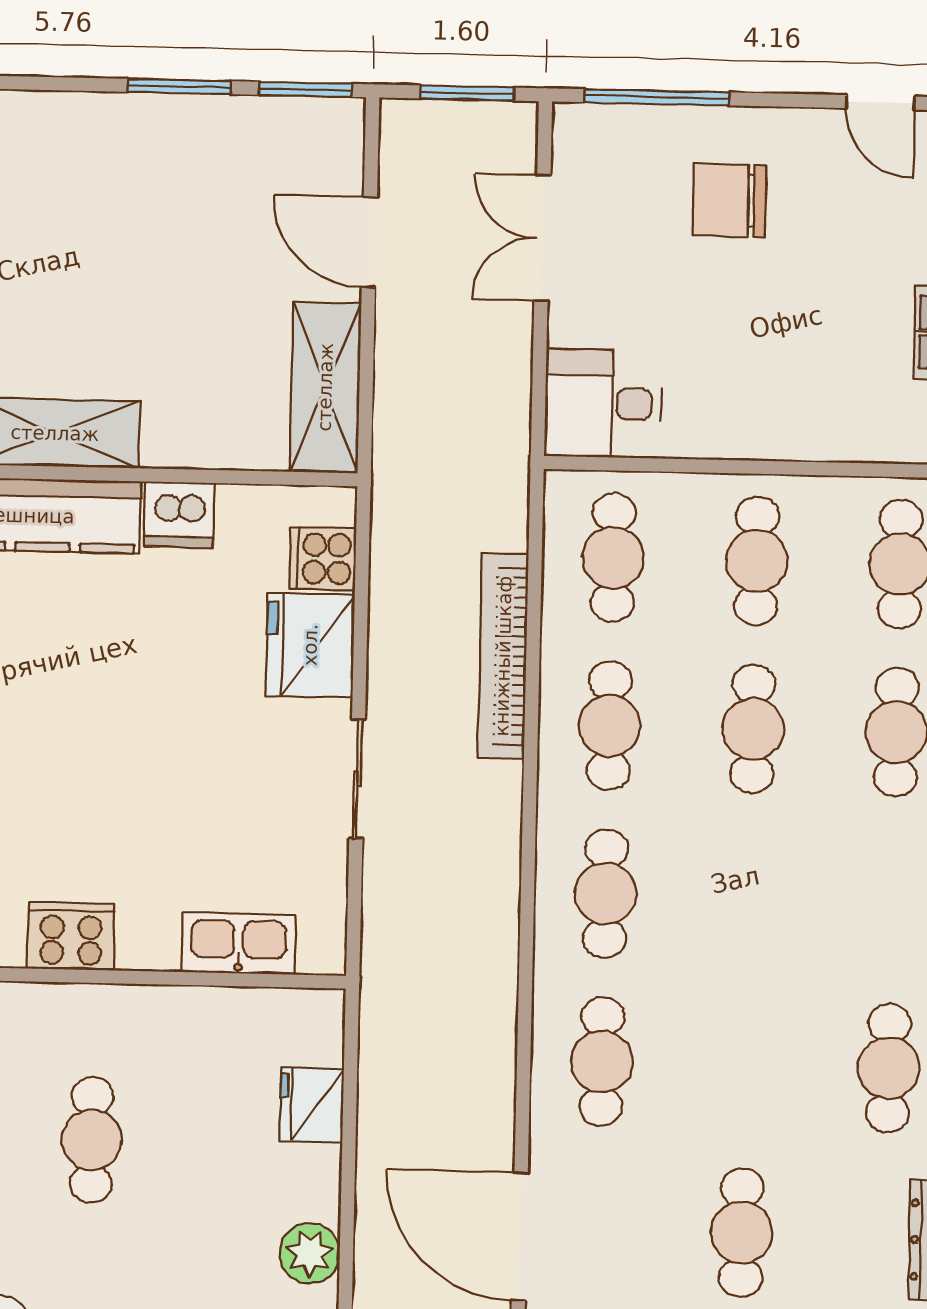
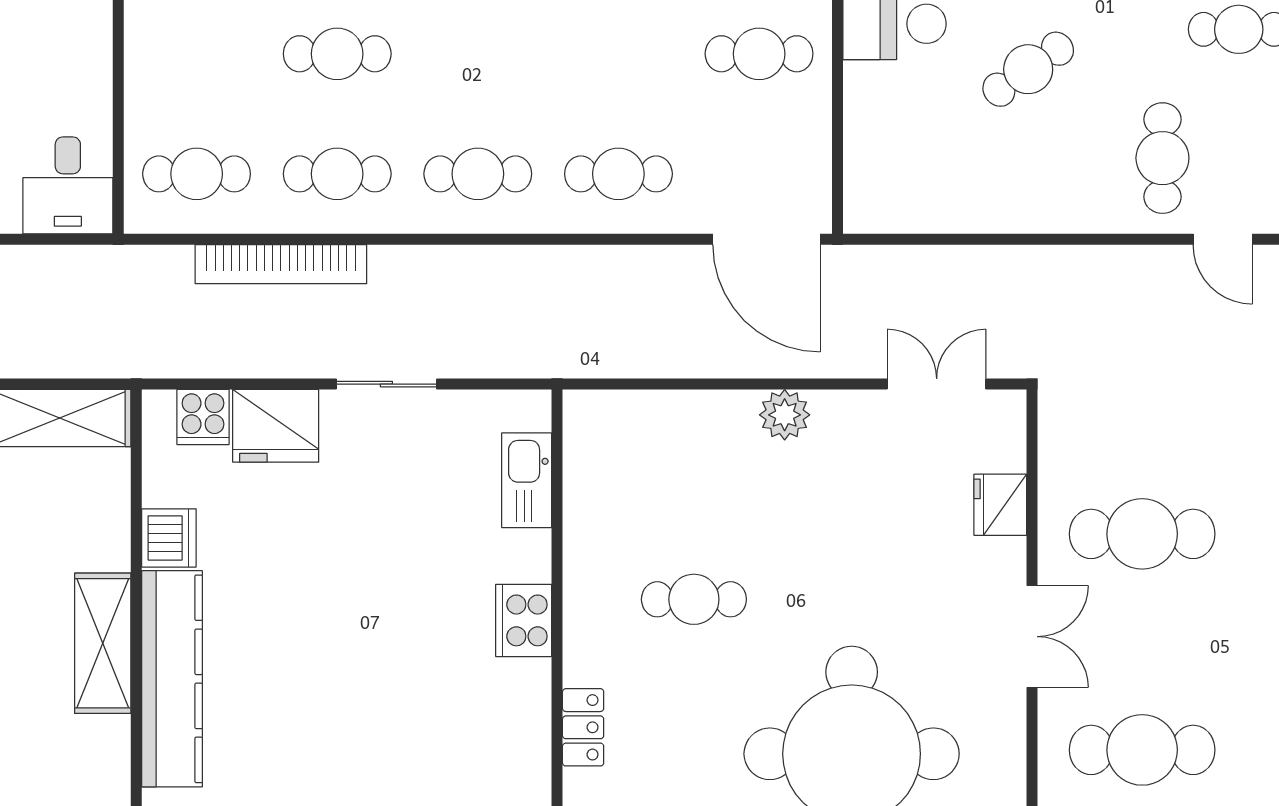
cafe table: (757, 561) -> (197, 54), removed
fridge: (312, 1105) -> (660, 416), removed
door: (520, 1236) -> (766, 239), hinge flipped

